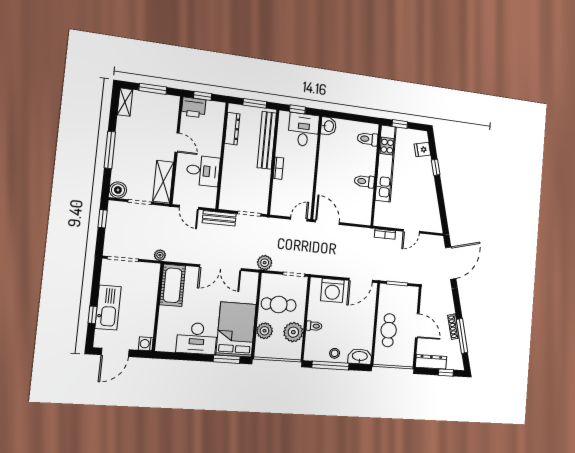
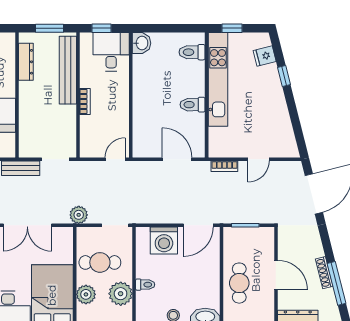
door: (328, 222) -> (177, 159), moved

